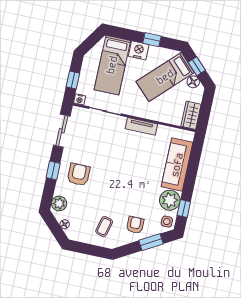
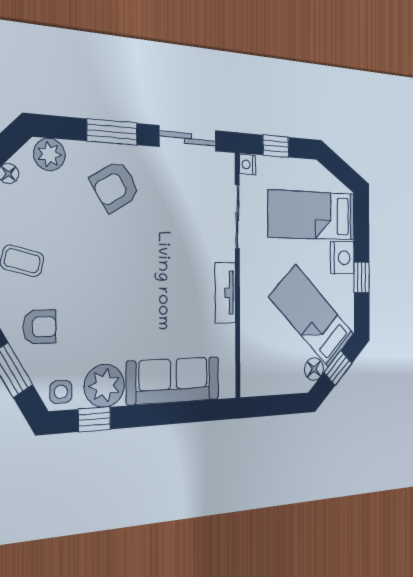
wardrobe: (191, 115) -> (262, 381), removed
window: (53, 170) -> (112, 132), width x1.50
armchair: (79, 174) -> (115, 186), turned 149

